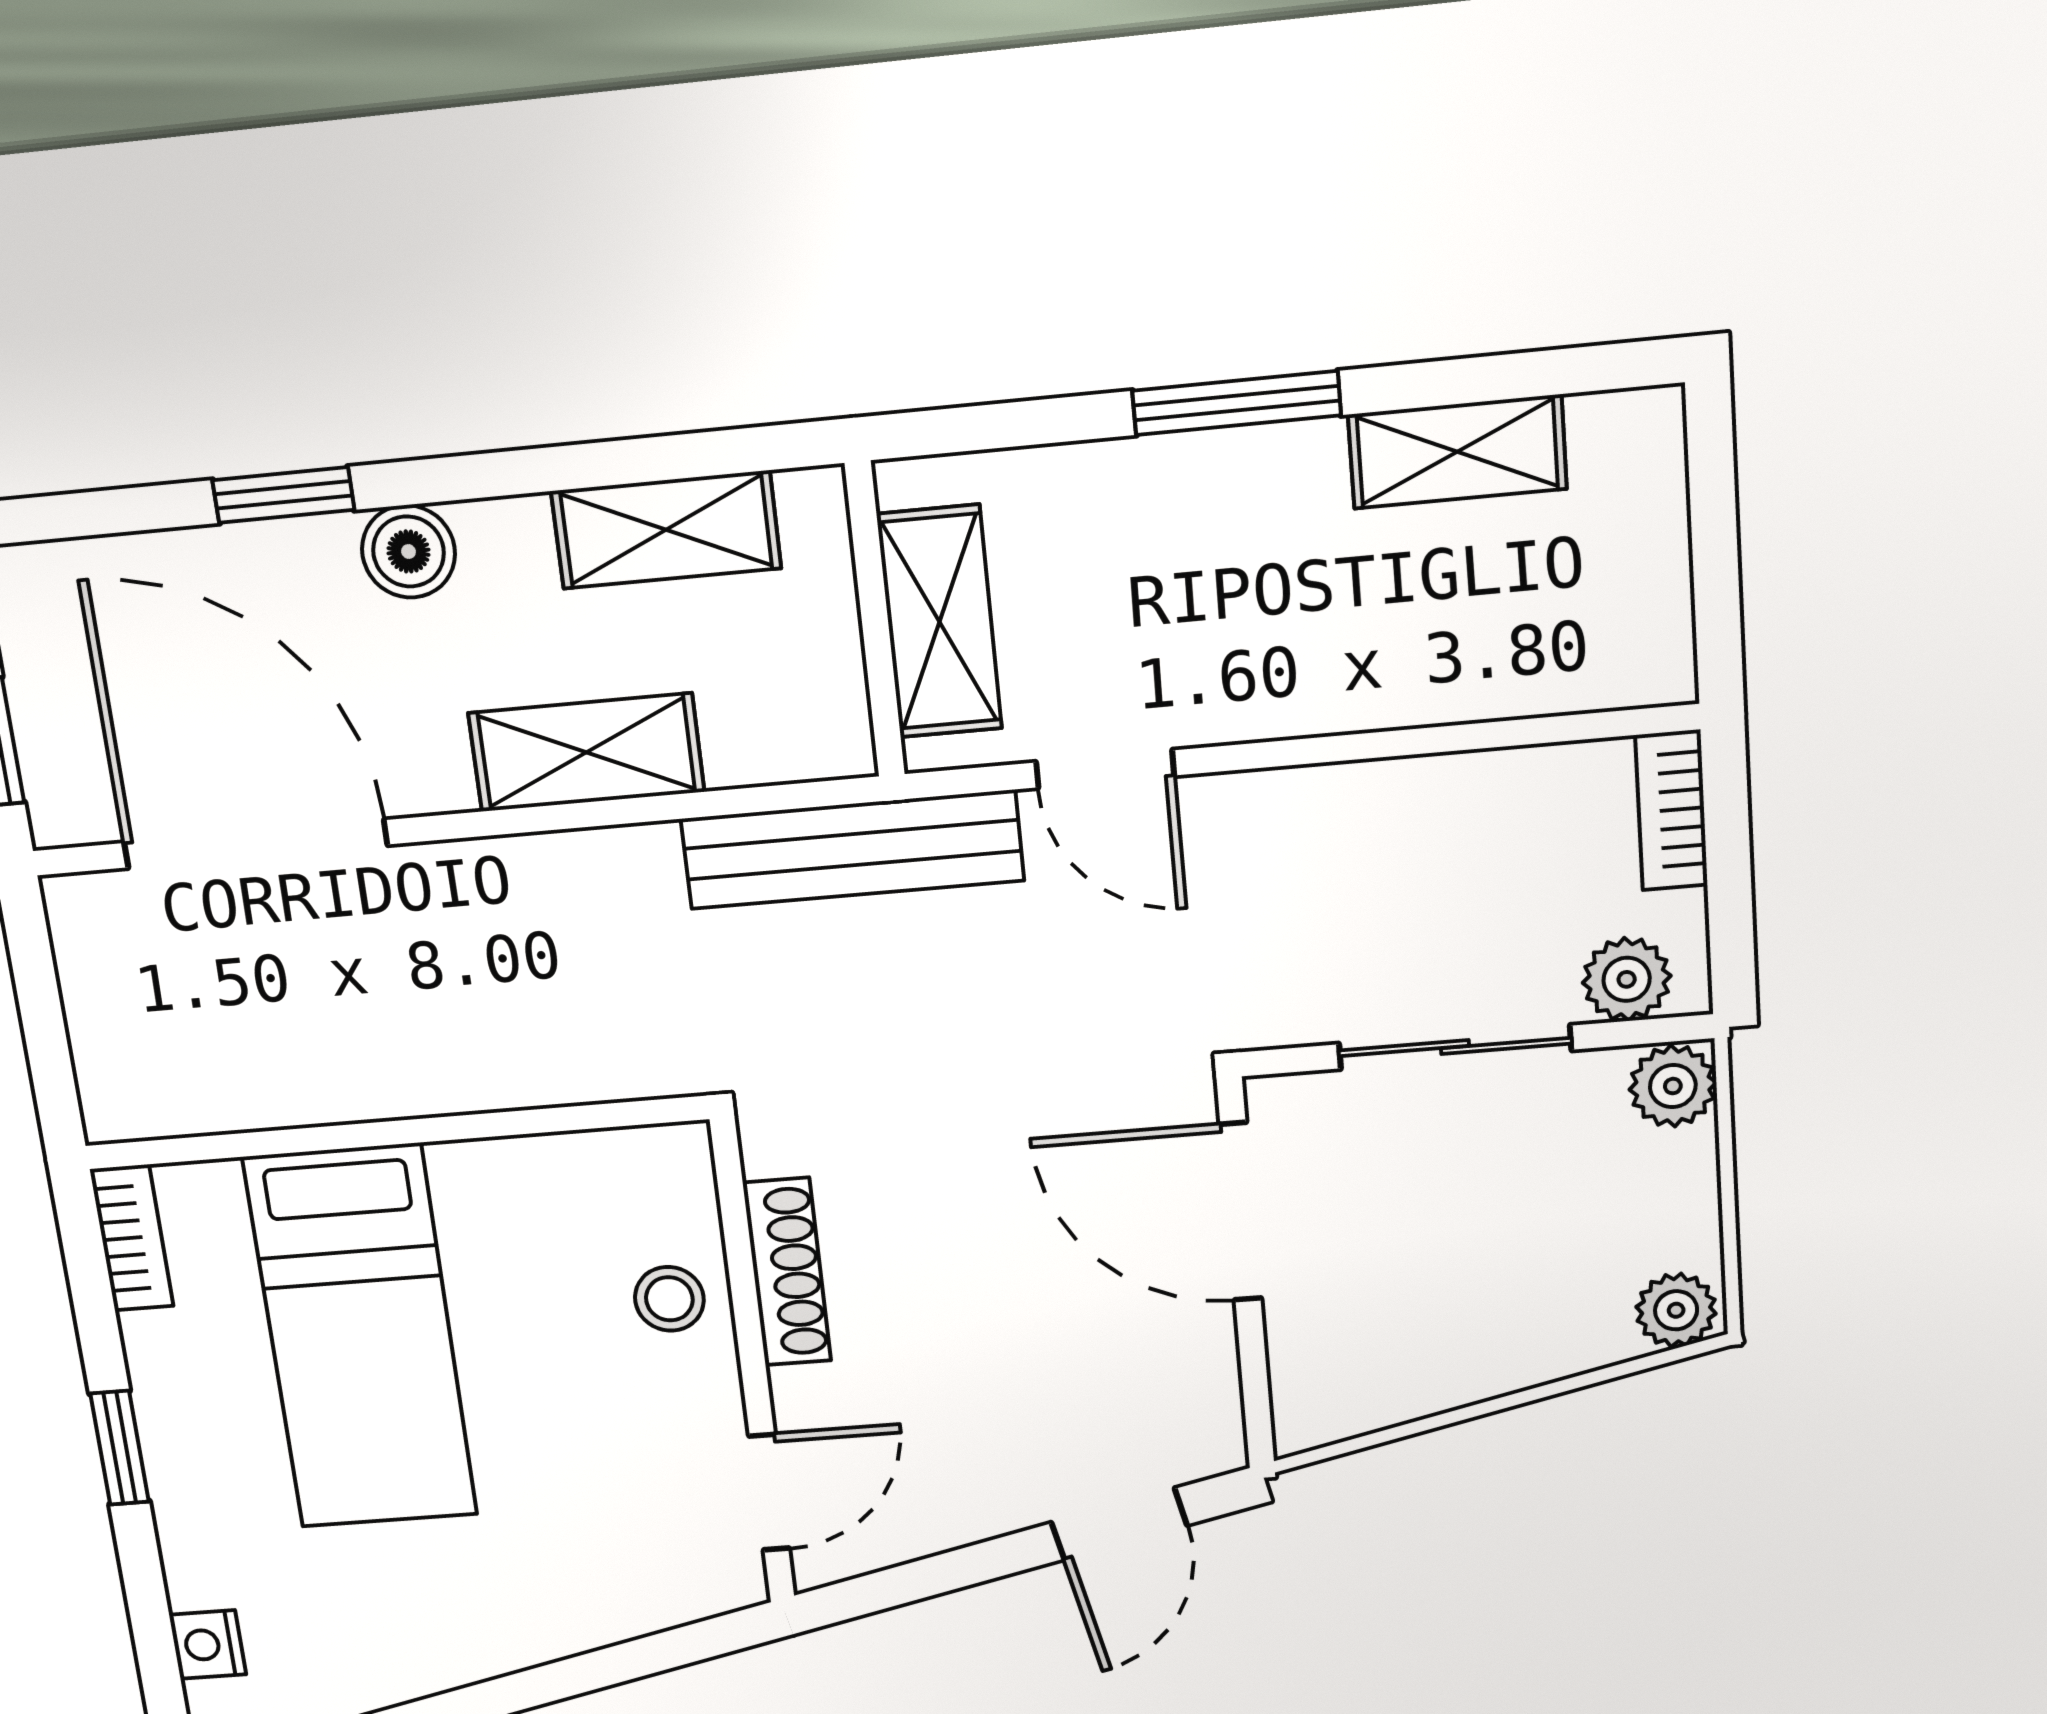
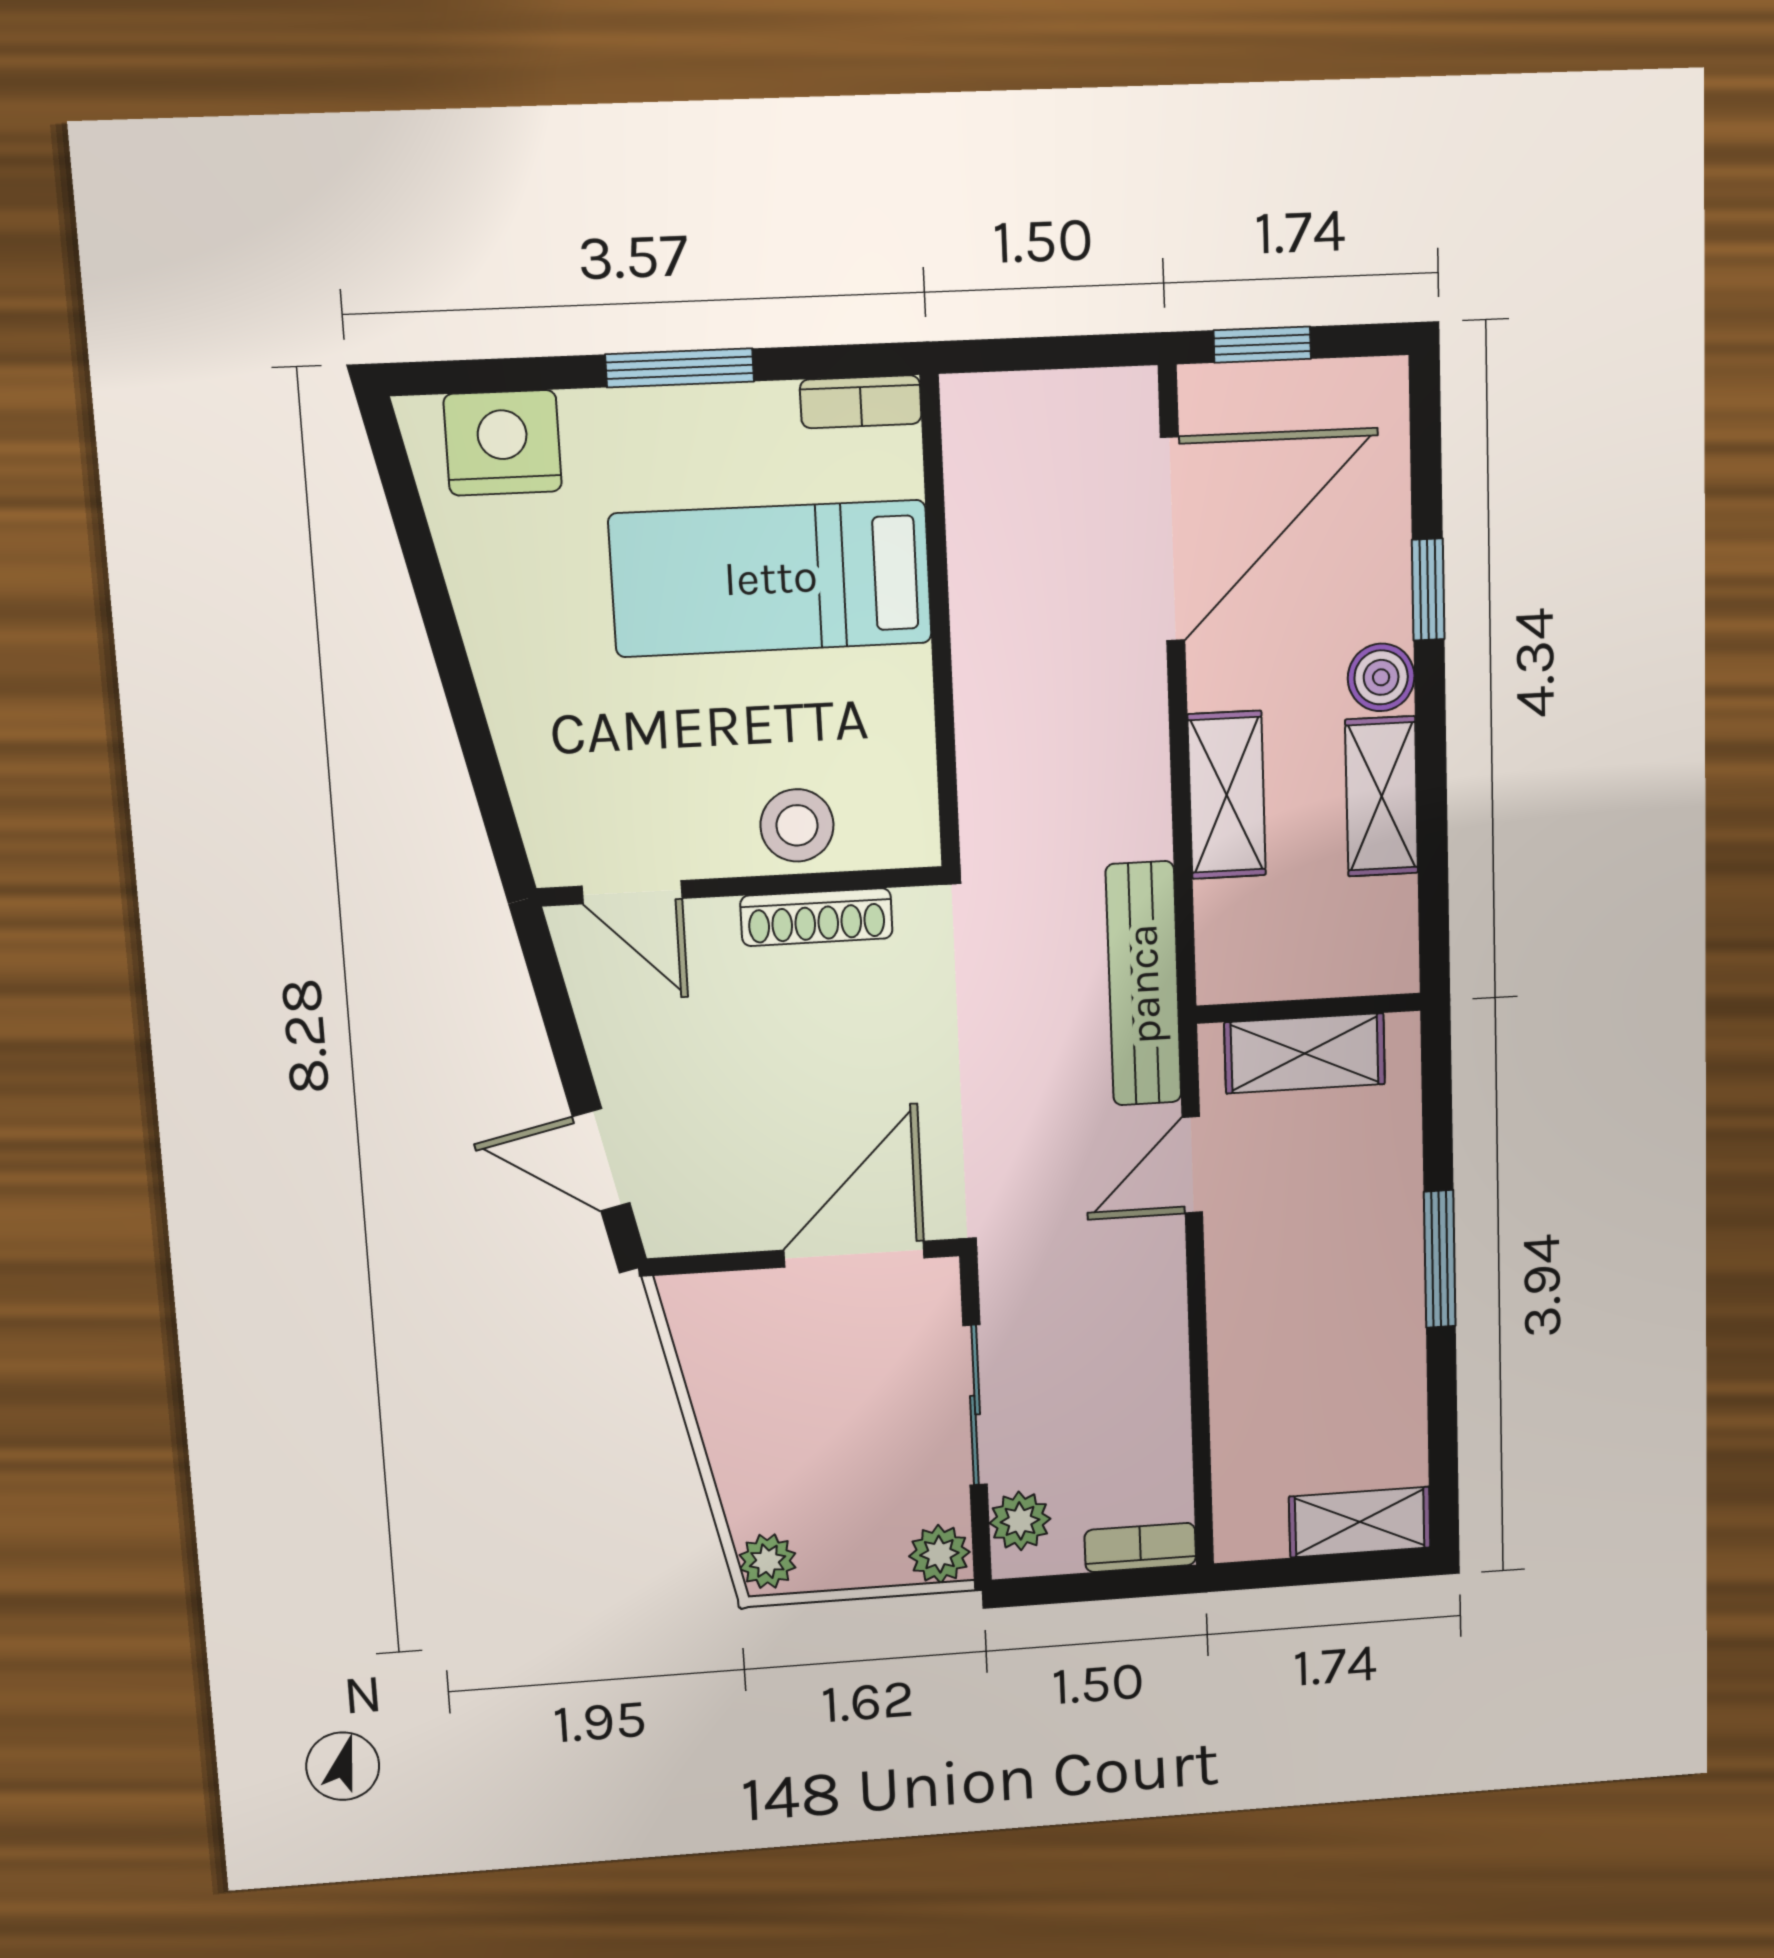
shelving: (1457, 452) -> (1360, 1522), moved, turned 90
shelving: (666, 530) -> (1382, 796), moved
stool: (669, 1299) -> (797, 825), width x1.37, depth x1.37
window: (120, 1448) -> (680, 368), width x1.50
nightstand: (208, 1645) -> (503, 443), width x1.89, depth x1.79

